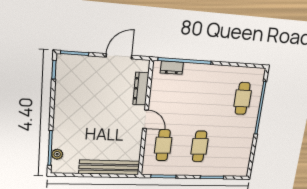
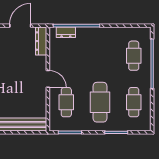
dresser: (141, 89) -> (41, 41), moved
cafe table: (200, 146) -> (100, 102), width x1.37, depth x1.35
cafe table: (235, 147) -> (134, 102), added

